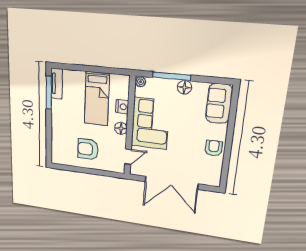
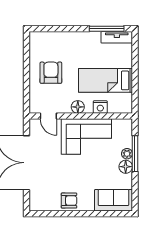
plant: (141, 82) -> (127, 154), moved

